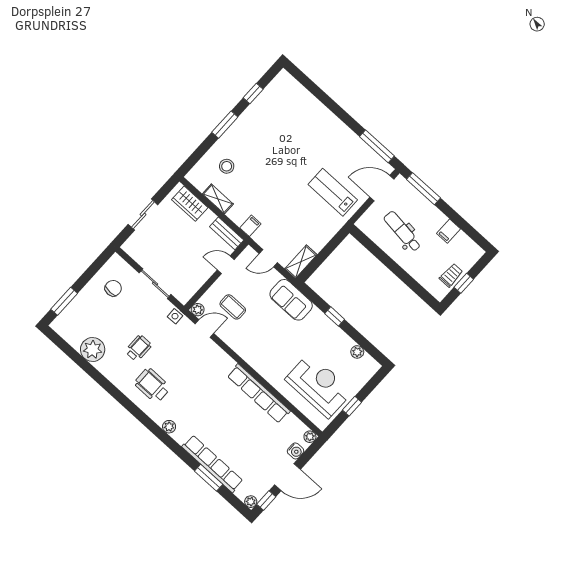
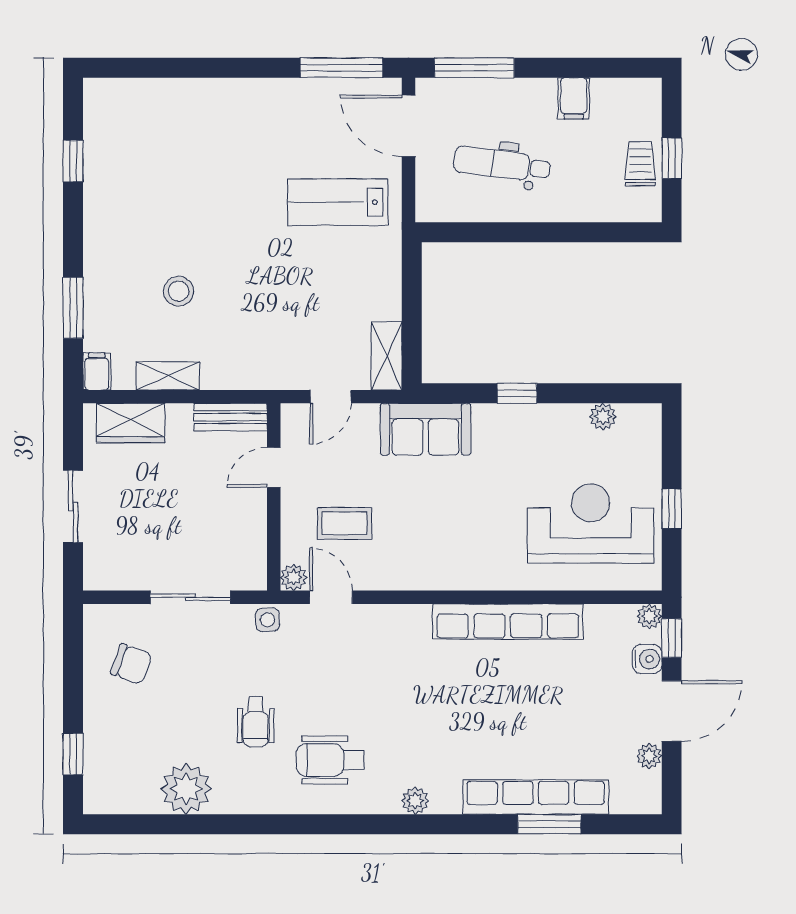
window: (225, 125) -> (73, 308), moved
stool: (227, 166) -> (179, 291), moved
door: (382, 188) -> (409, 126), hinge flipped
filing cabinet: (250, 226) -> (97, 372), moved
chair: (113, 288) -> (131, 664), turned 110
window: (64, 301) -> (73, 754), width x0.67
door: (204, 329) -> (331, 597), hinge flipped
wheelchair: (138, 348) -> (256, 722), turned 180
window: (266, 500) -> (672, 638), moved
plant: (251, 502) -> (649, 756), moved

